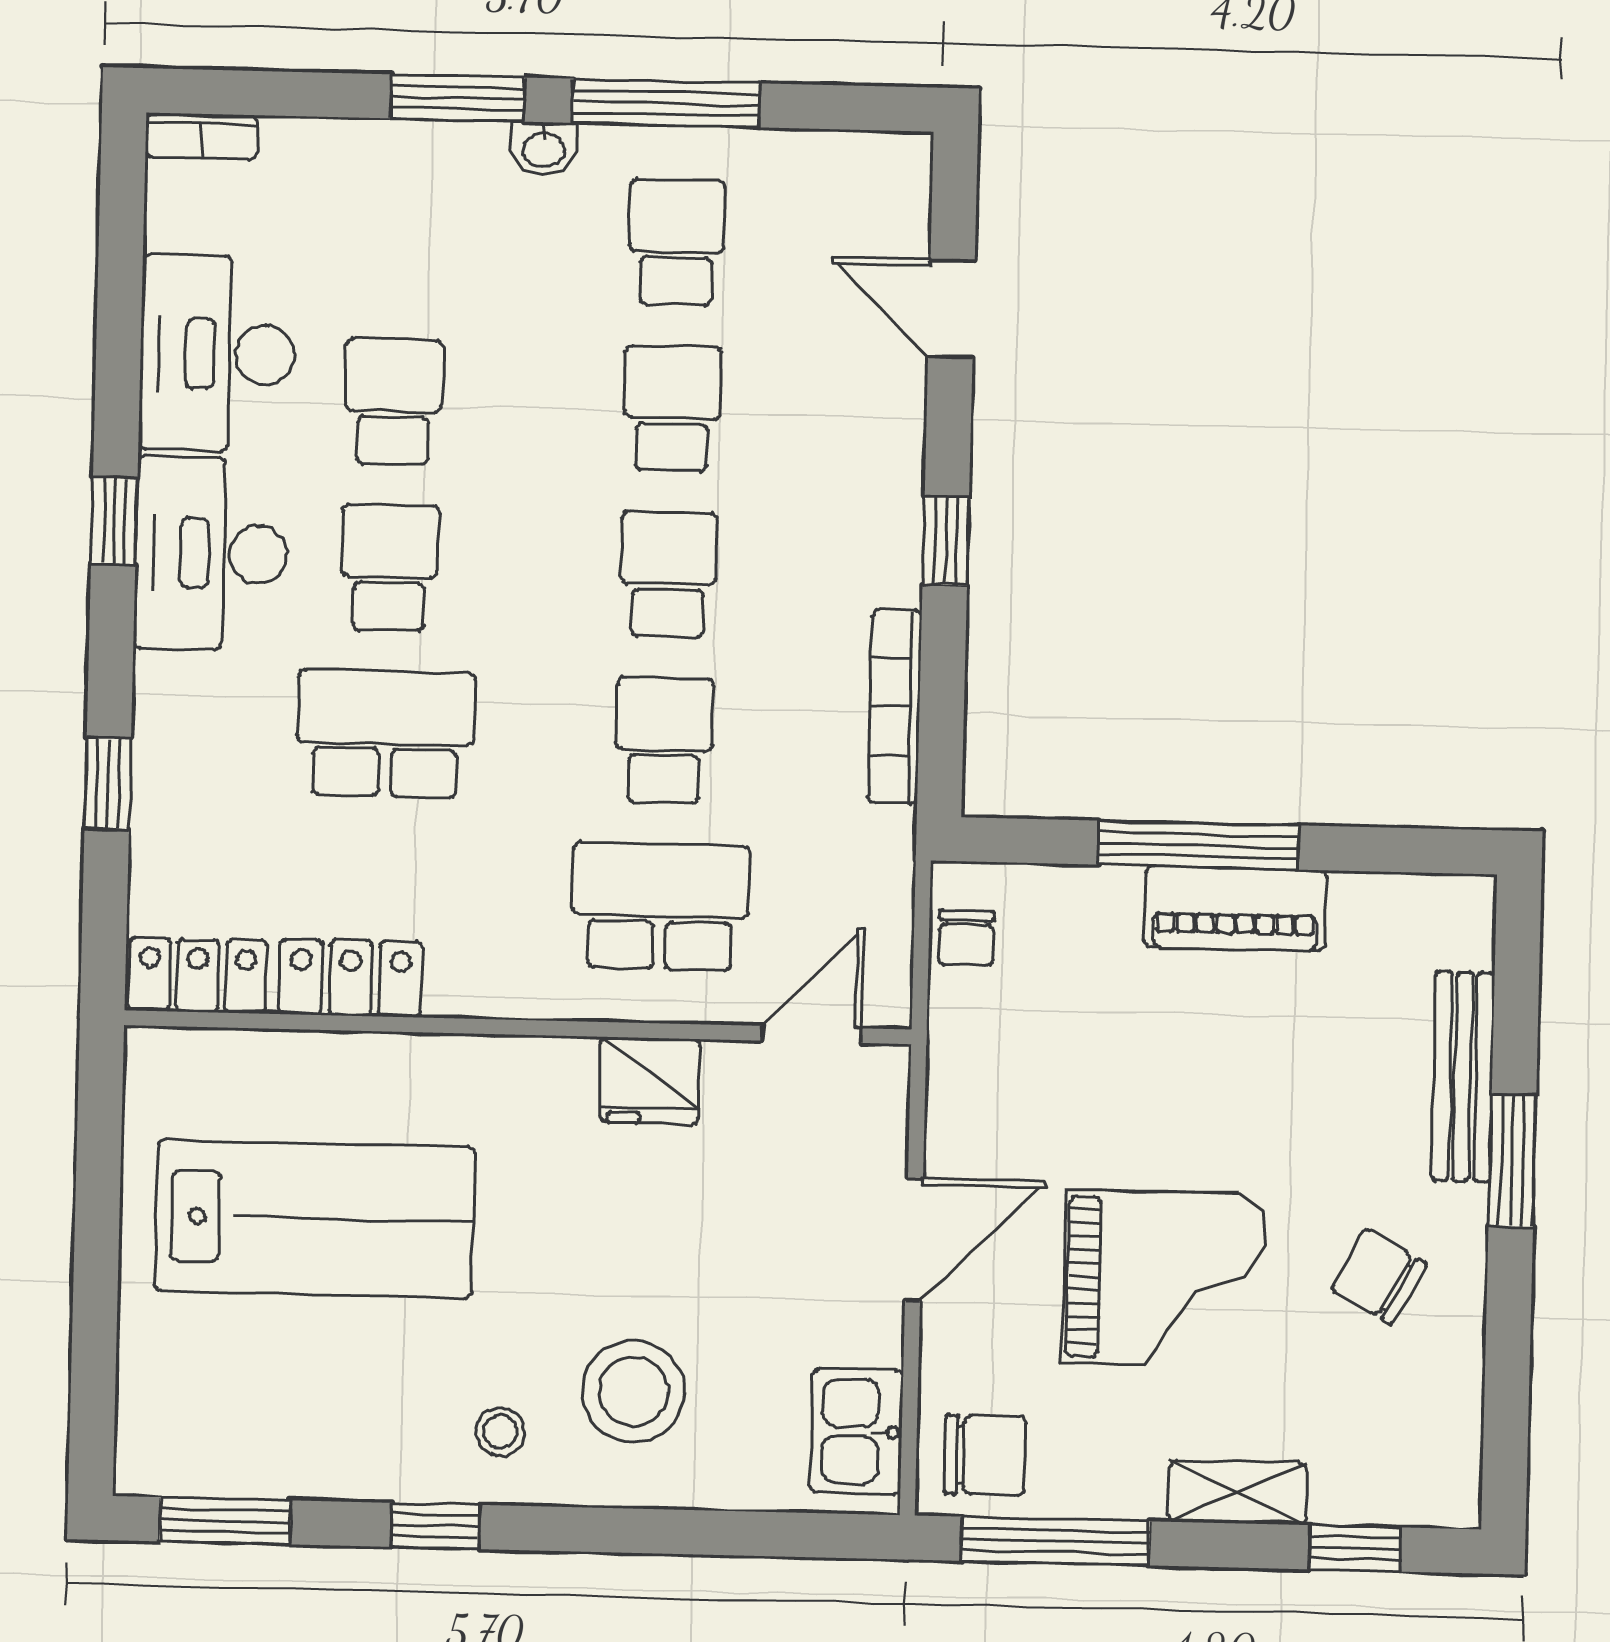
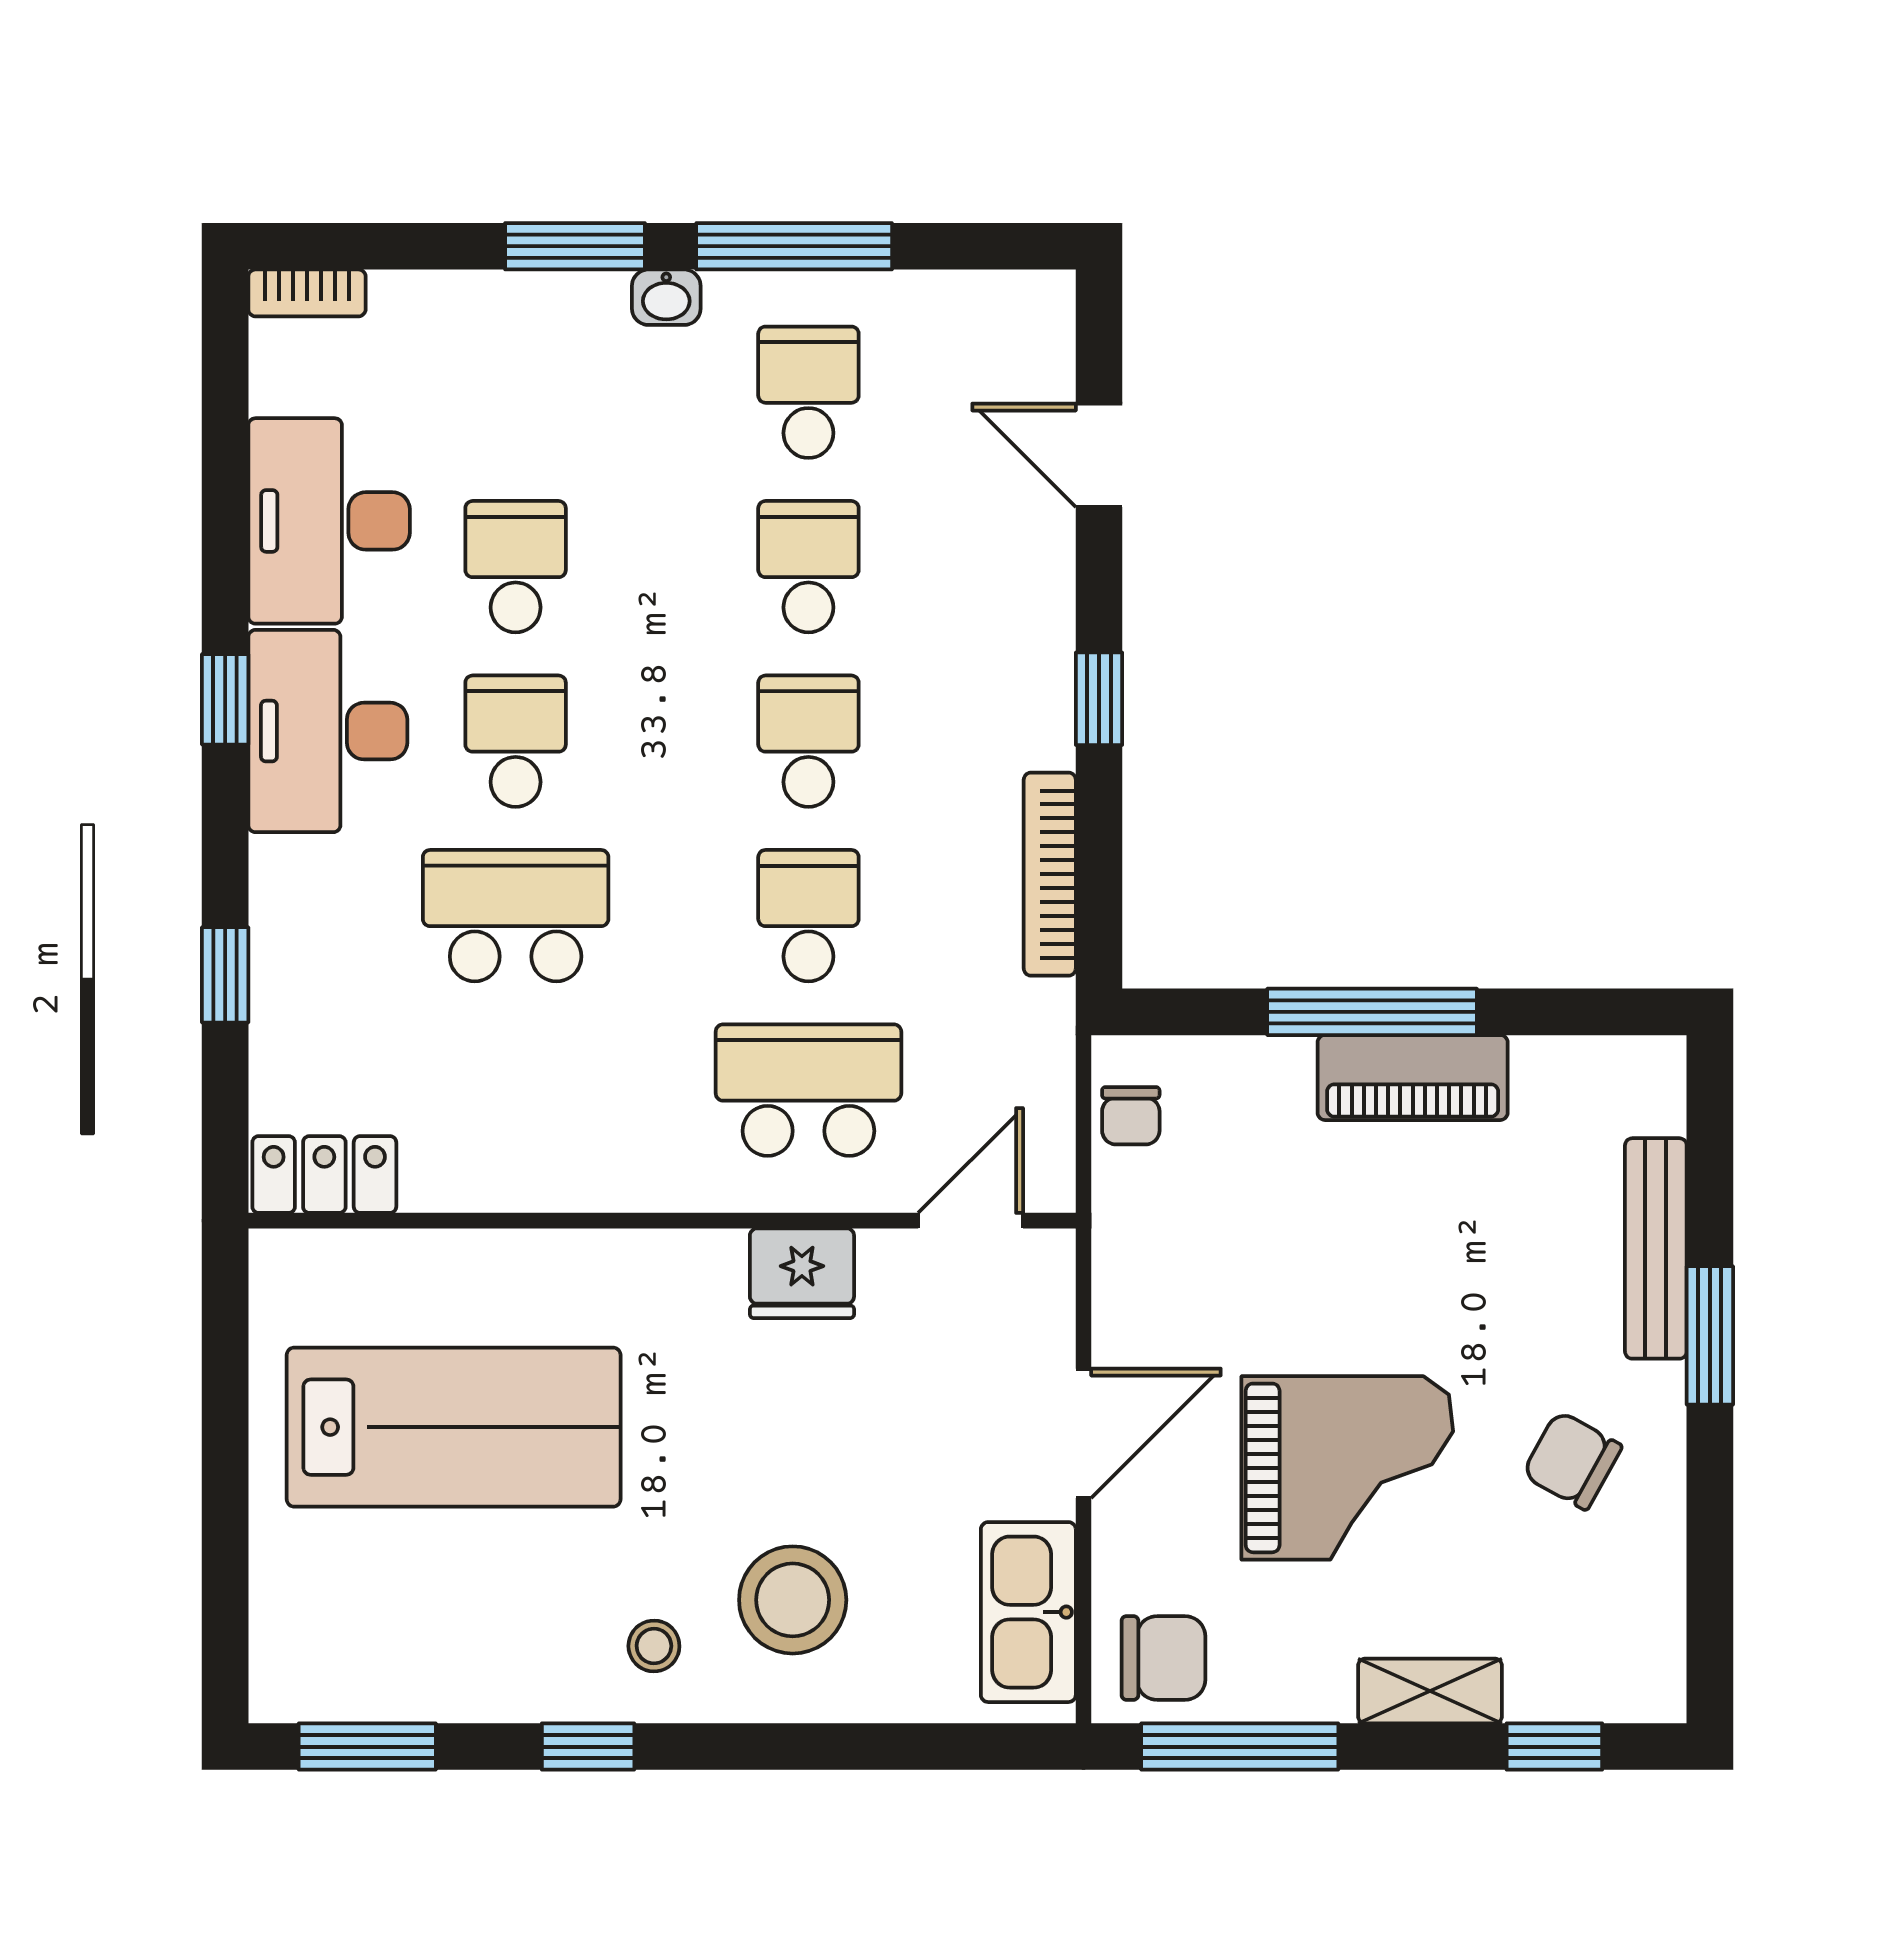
locker: (351, 978) -> (485, 1173), removed
kitchen sink: (857, 1432) -> (1028, 1612), width x1.38

